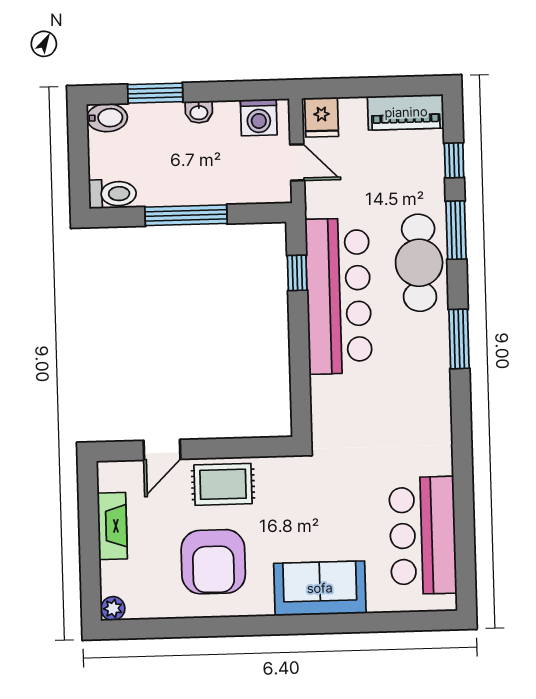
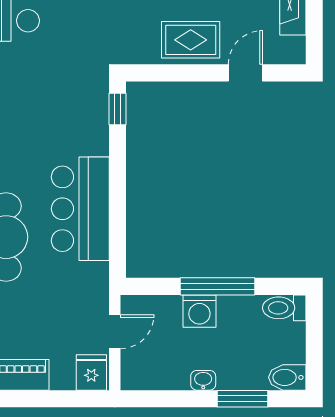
washing machine: (259, 117) -> (199, 311), moved, turned 180
door: (297, 162) -> (115, 332), swing flipped
window: (297, 273) -> (118, 109), moved
bar counter: (339, 296) -> (80, 209), width x0.73

